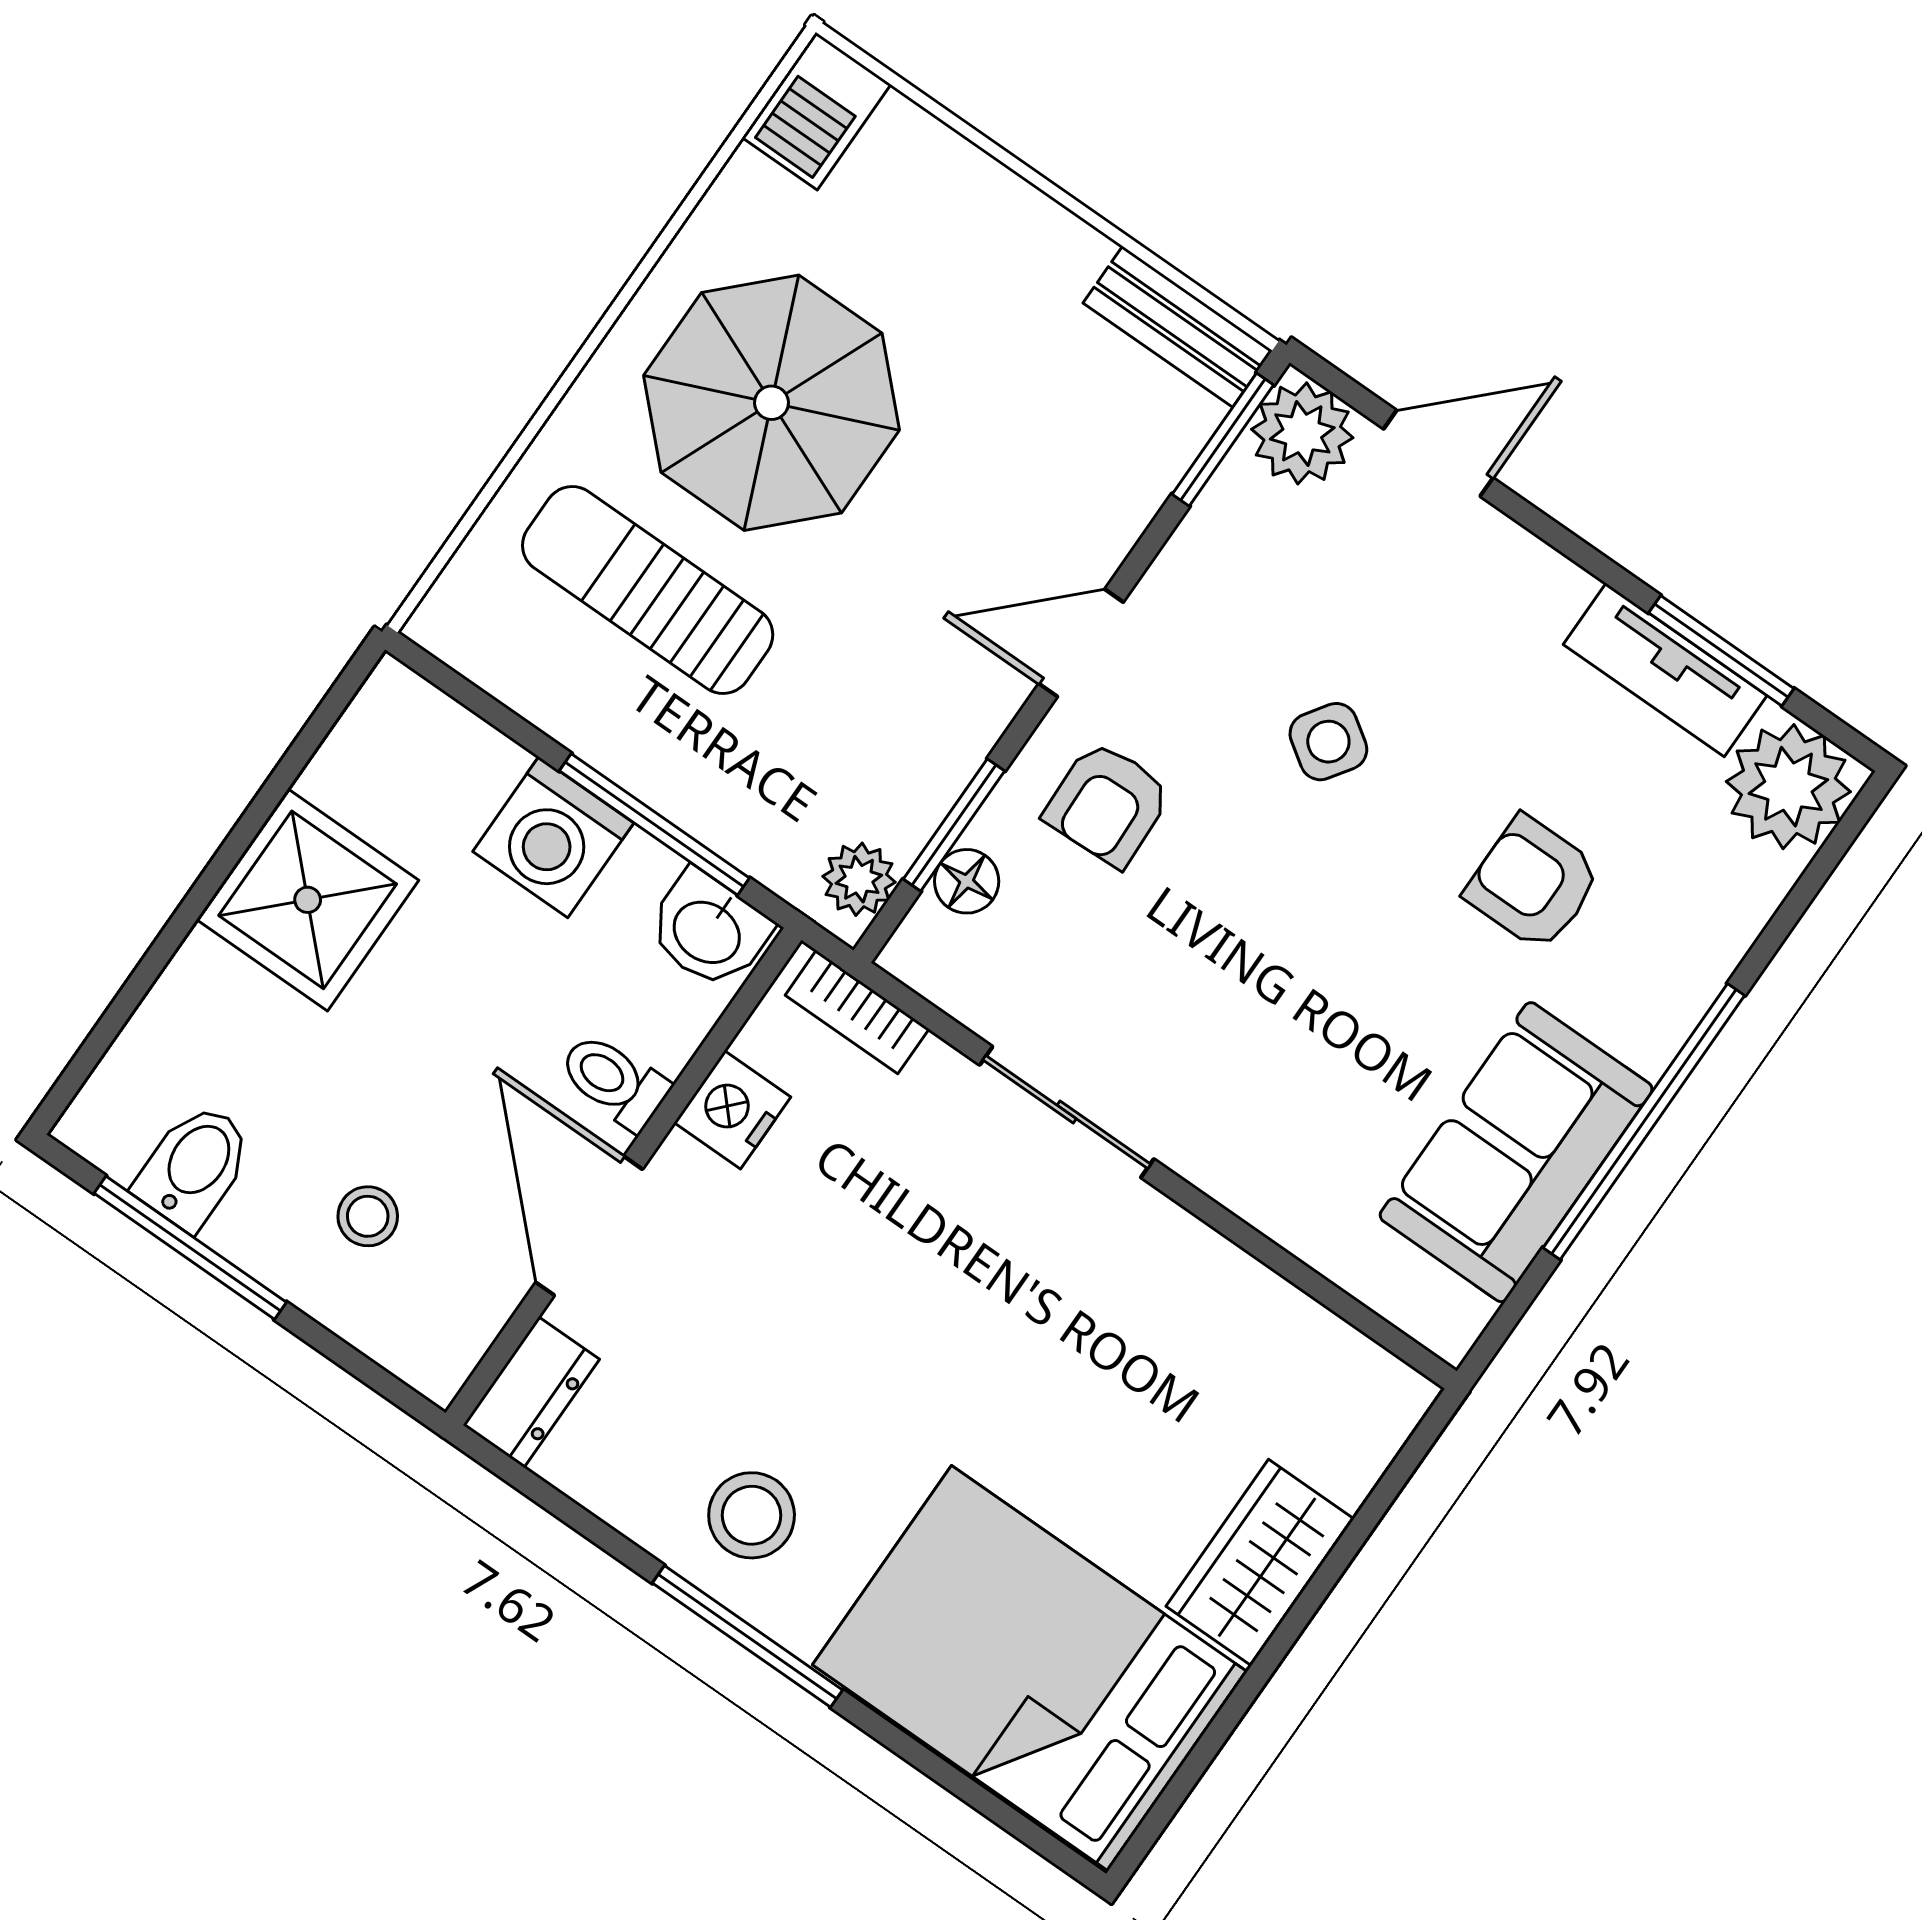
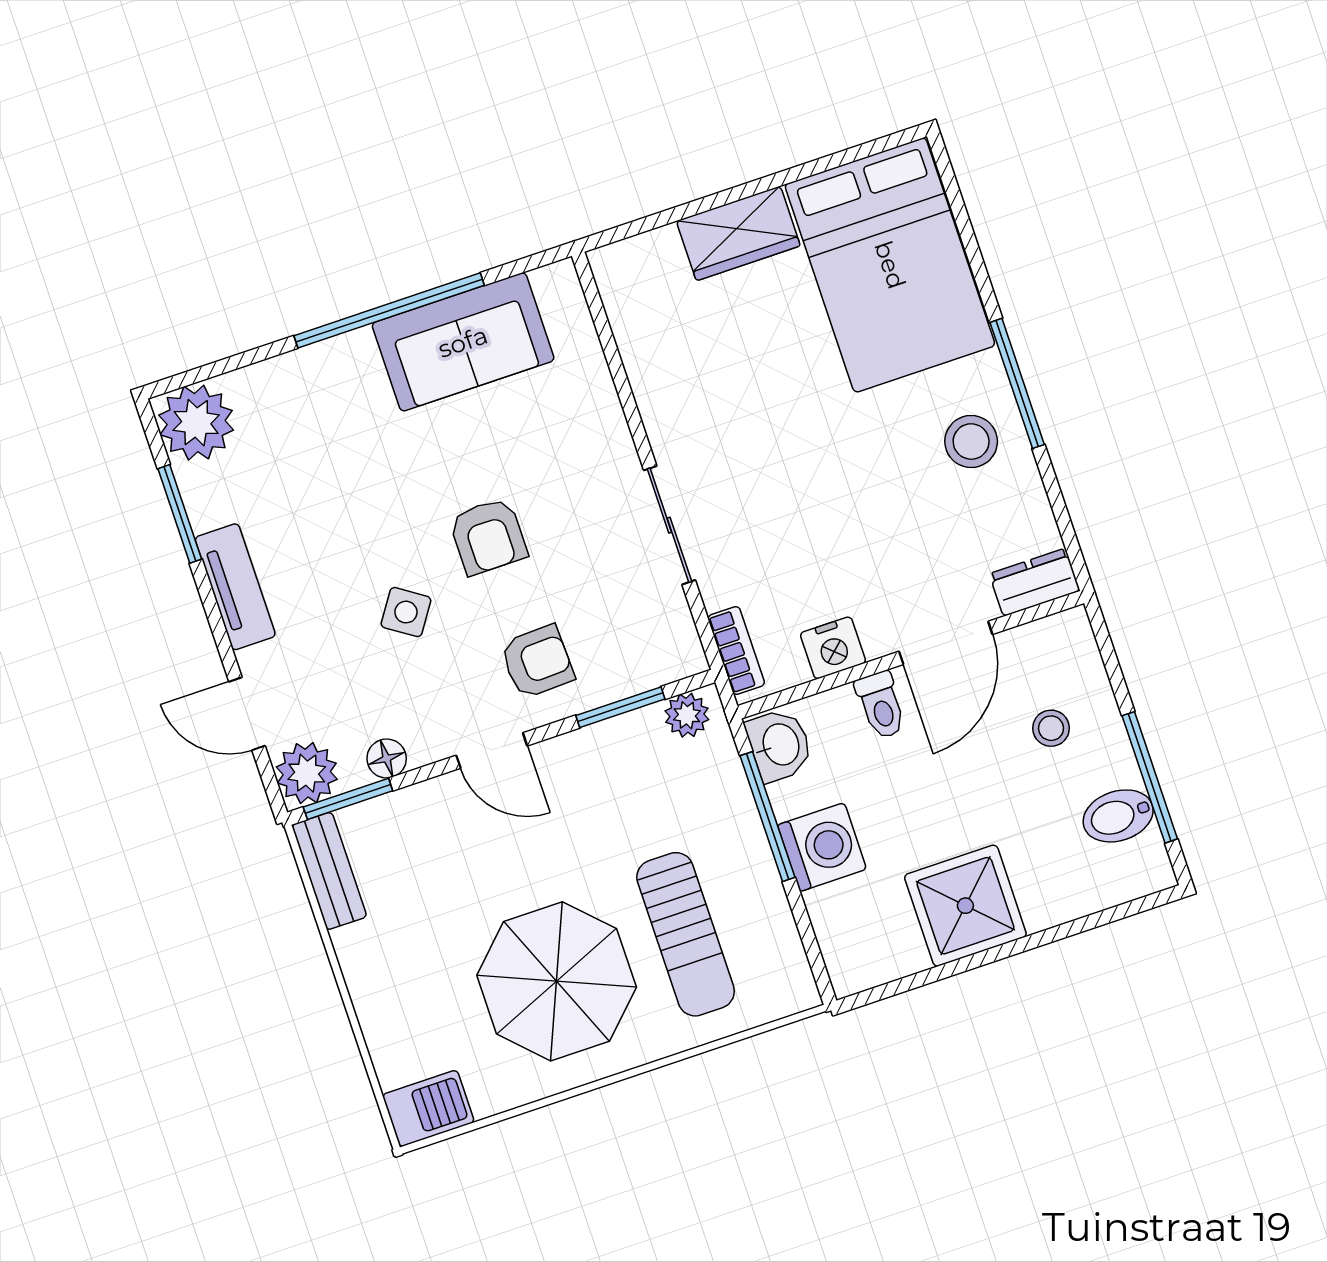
tv unit: (1665, 670) -> (235, 587), moved
floor lamp: (967, 881) -> (387, 758), moved
armchair: (1533, 883) -> (488, 536), moved

